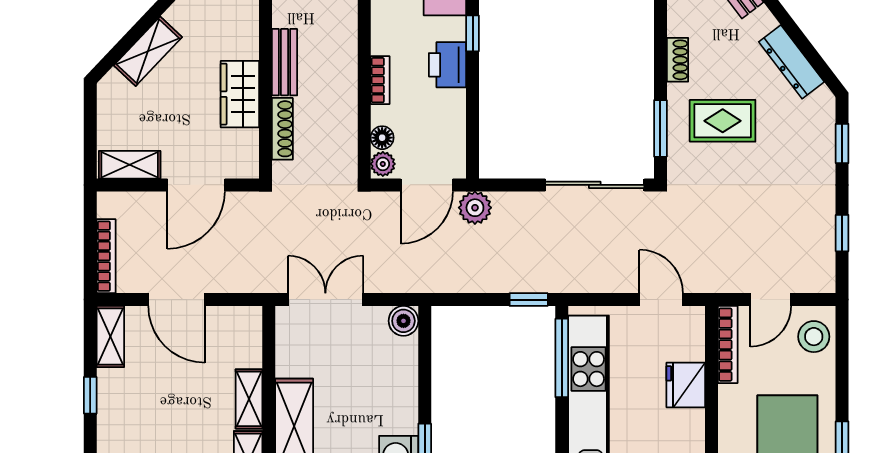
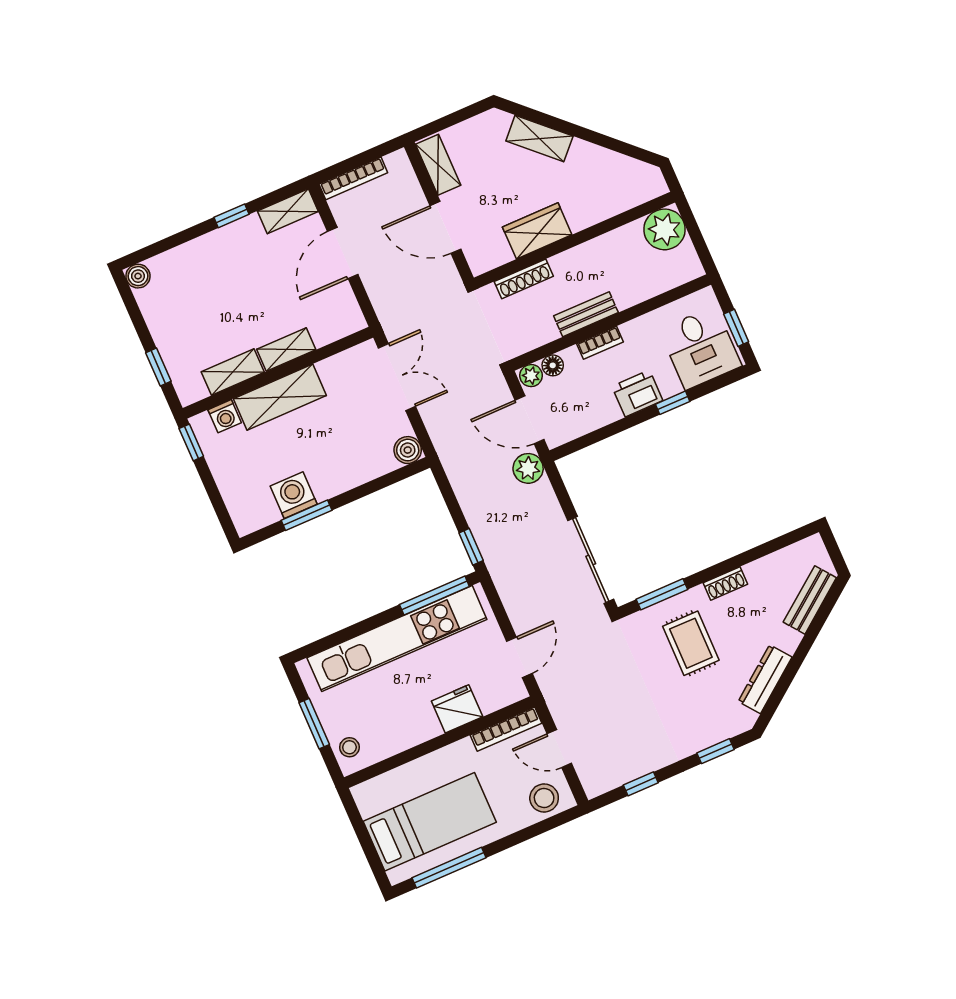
bench: (285, 62) -> (586, 314), moved

